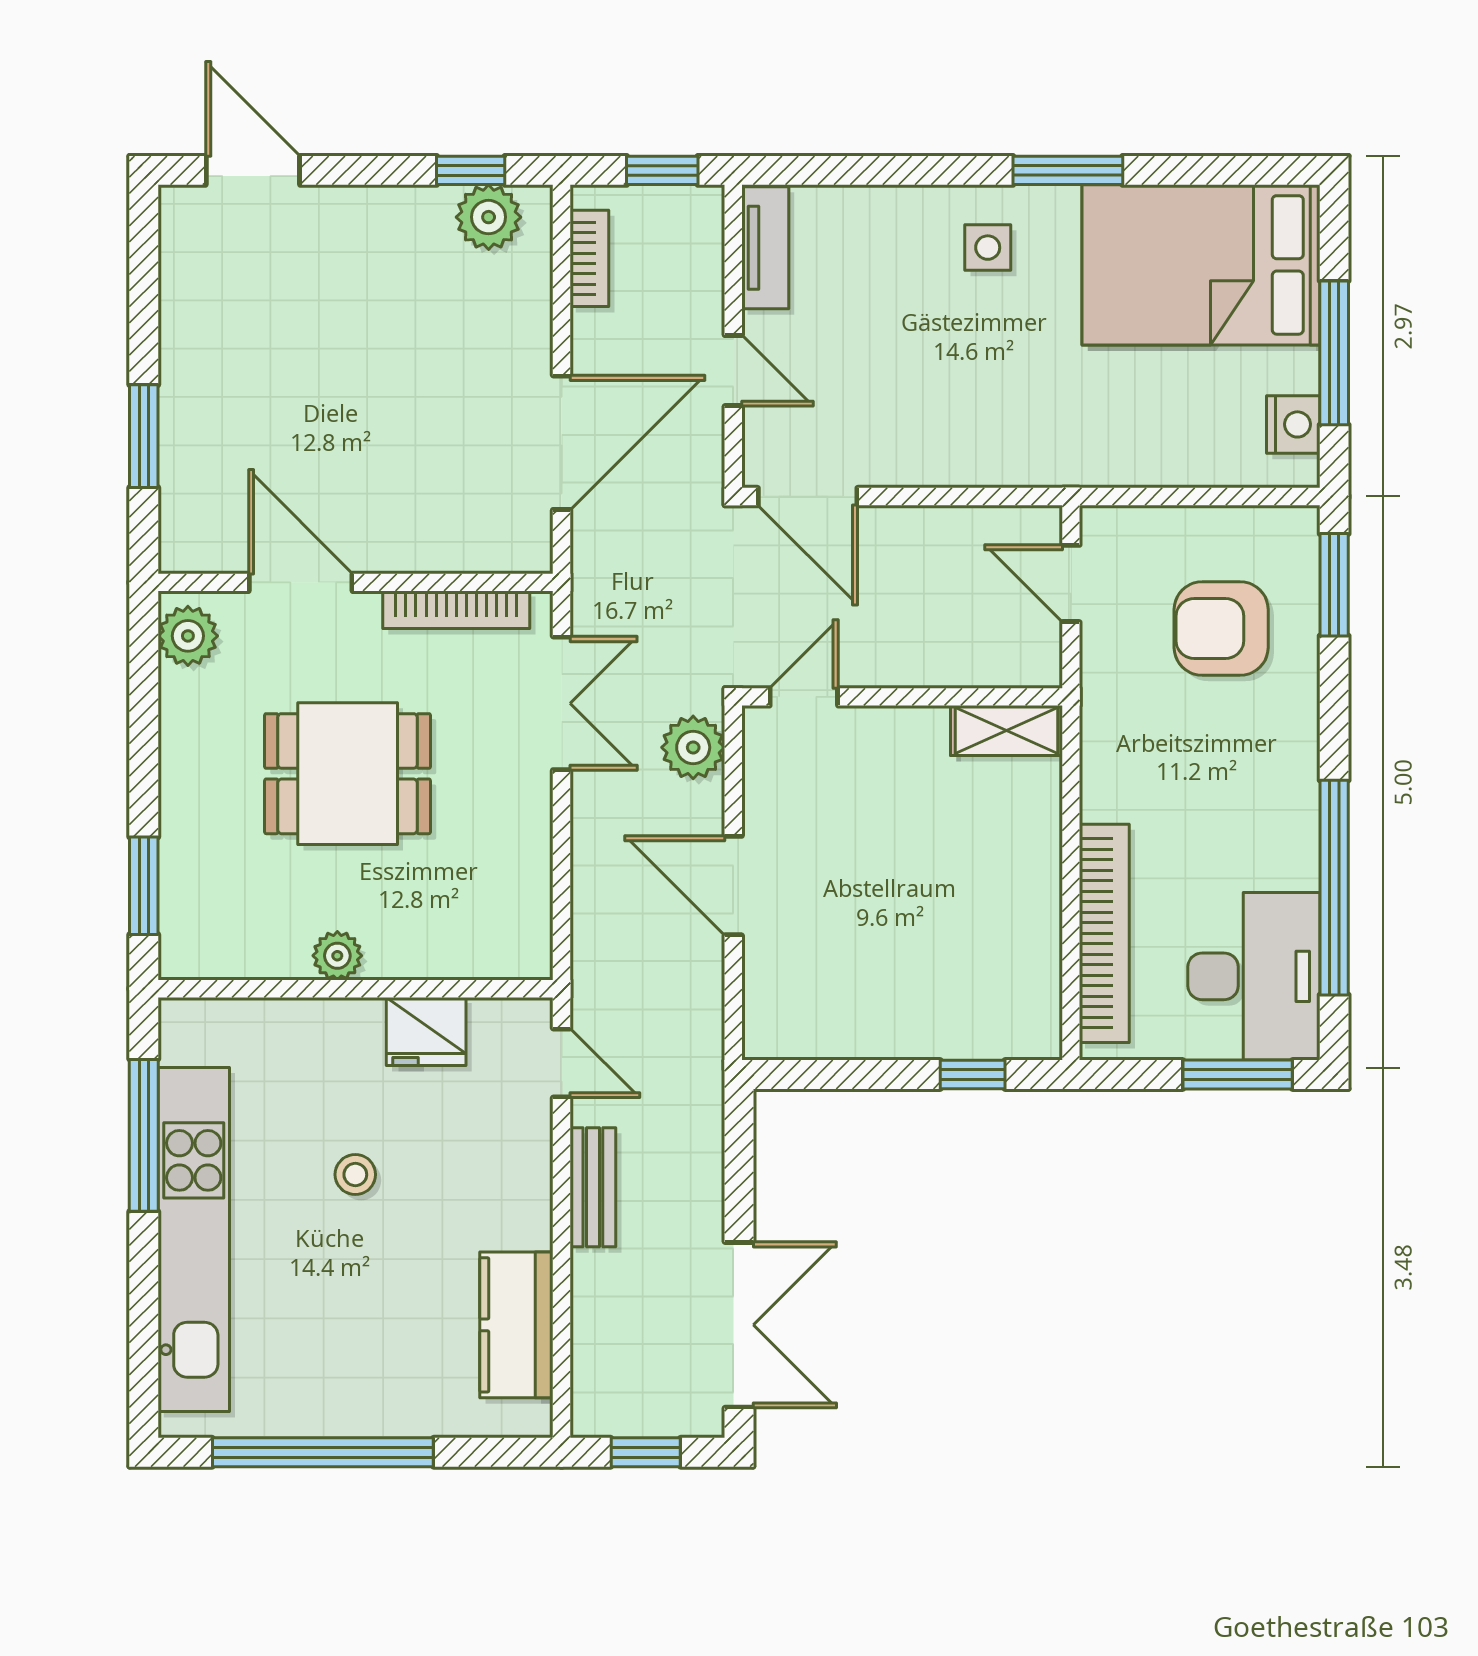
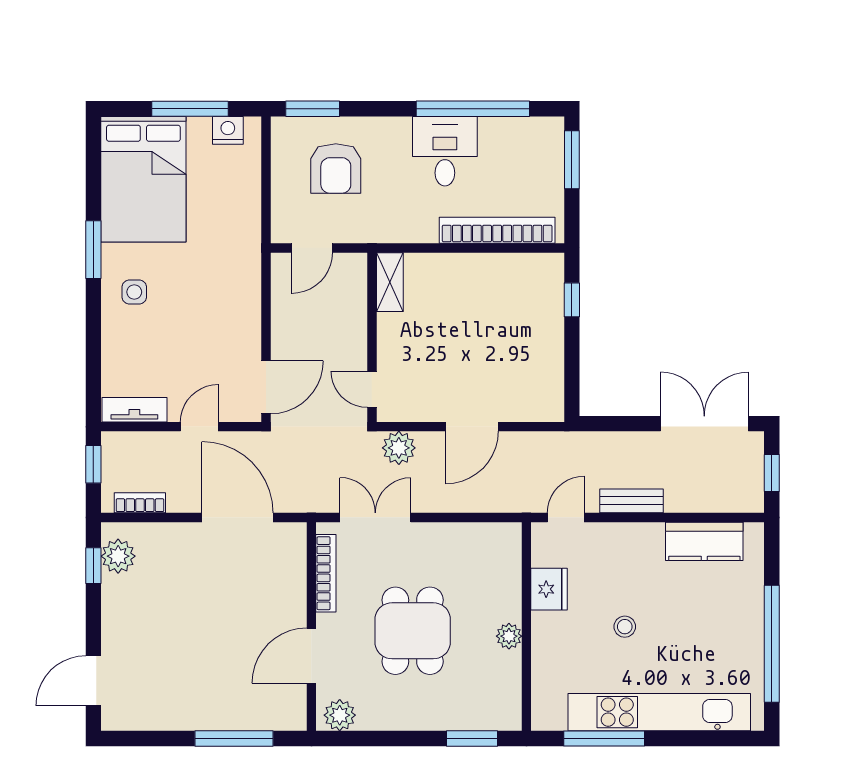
window: (144, 436) -> (234, 739), width x1.44
desk: (1254, 976) -> (445, 151), moved, width x0.73

